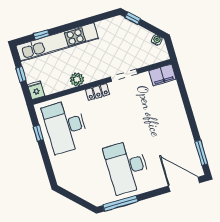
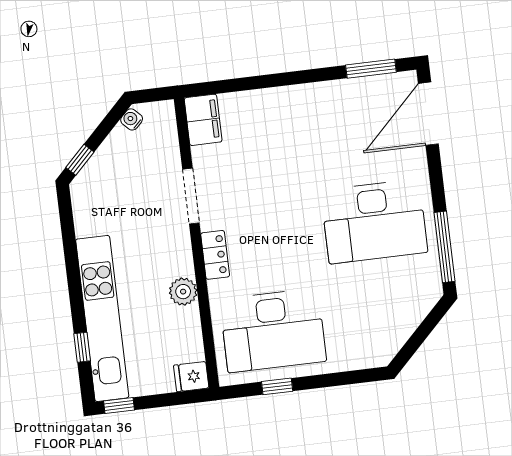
window: (21, 74) -> (119, 406), moved

